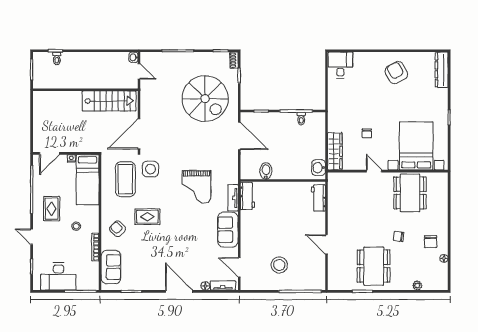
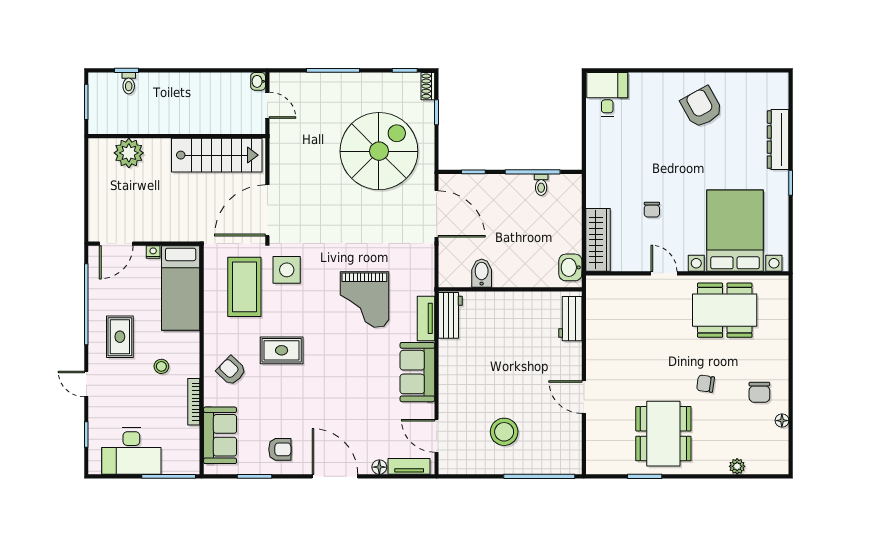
dresser: (442, 70) -> (778, 140), moved
spiral stairs: (205, 99) -> (379, 151), turned -90
plant: (57, 100) -> (129, 153), added
dining table: (410, 193) -> (725, 310), turned 90
armchair: (146, 275) -> (280, 449), added

